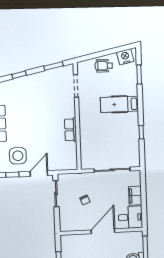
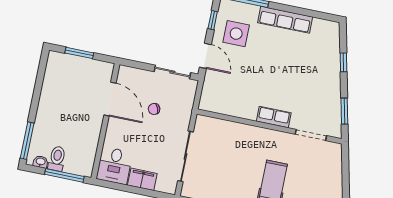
wheelchair: (104, 66) -> (329, 179), removed
row of seats: (70, 130) -> (274, 117), moved
door: (103, 231) -> (110, 99), moved

